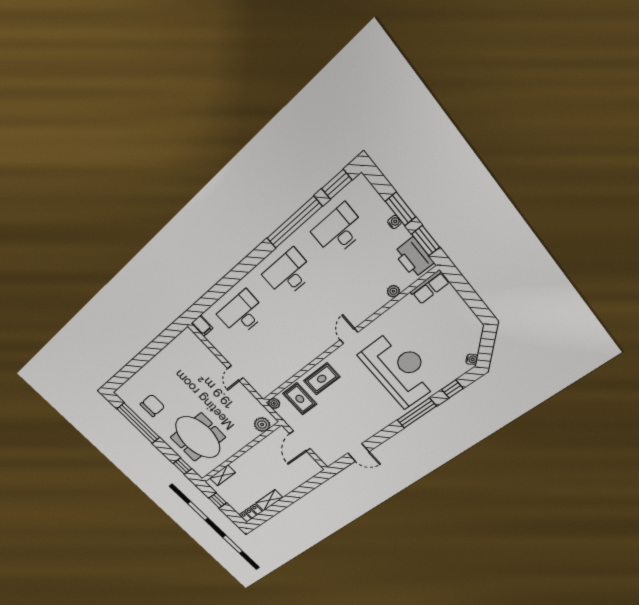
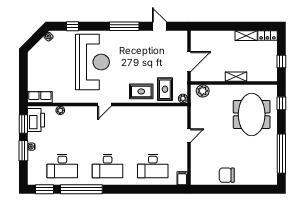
reception desk: (399, 369) -> (92, 62), turned 180
chair: (152, 406) -> (227, 175), moved
window: (417, 413) -> (124, 26), moved
shelving: (223, 475) -> (236, 77), moved

